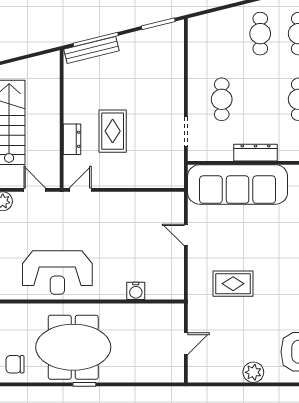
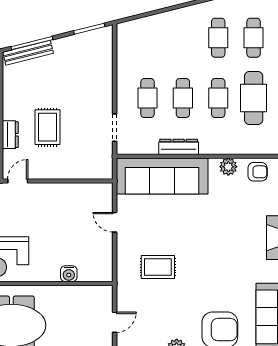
cafe table: (260, 34) -> (183, 98), moved

